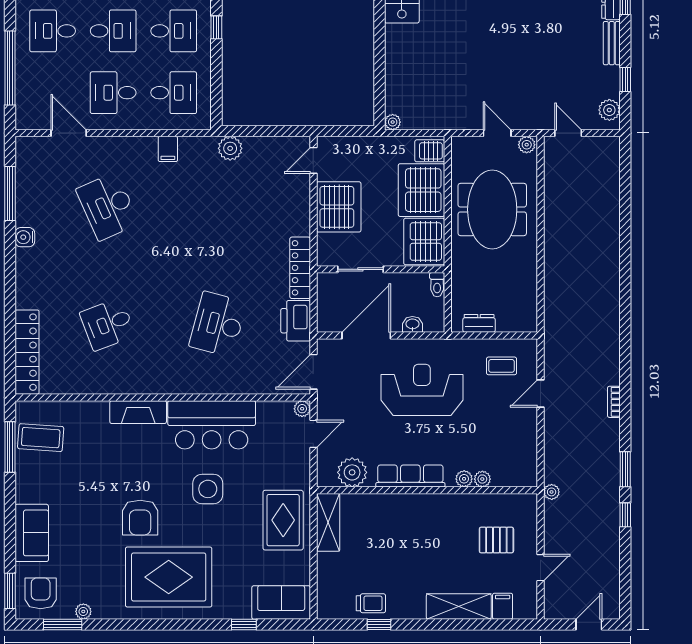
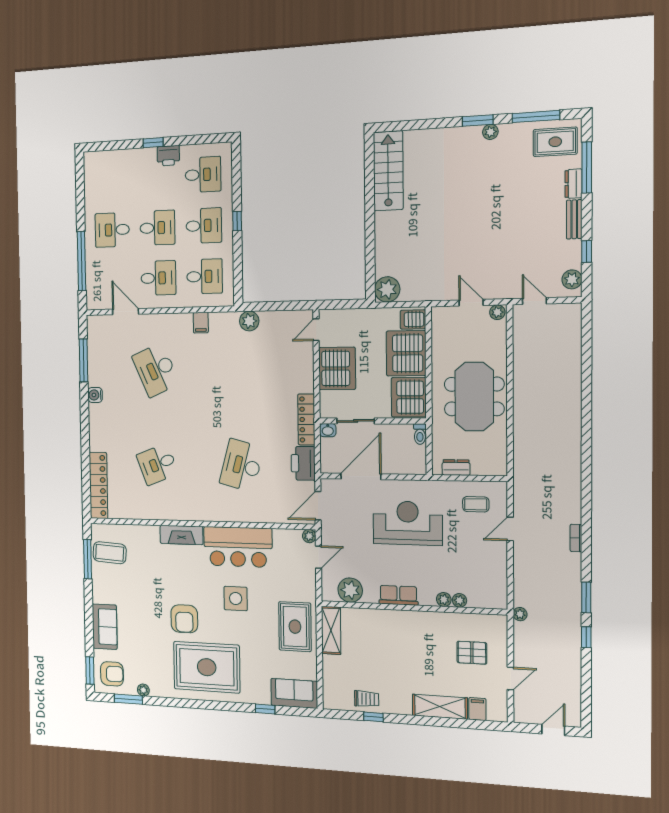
desk: (113, 93) -> (158, 278), turned 180
plant: (393, 122) -> (387, 289), width x1.88, depth x1.88
meeting table: (492, 209) -> (474, 397), moved
washbasin: (412, 324) -> (328, 430), moved, turned 180
row of seats: (410, 476) -> (398, 595), width x0.68
armchair: (41, 593) -> (112, 674), turned 90

